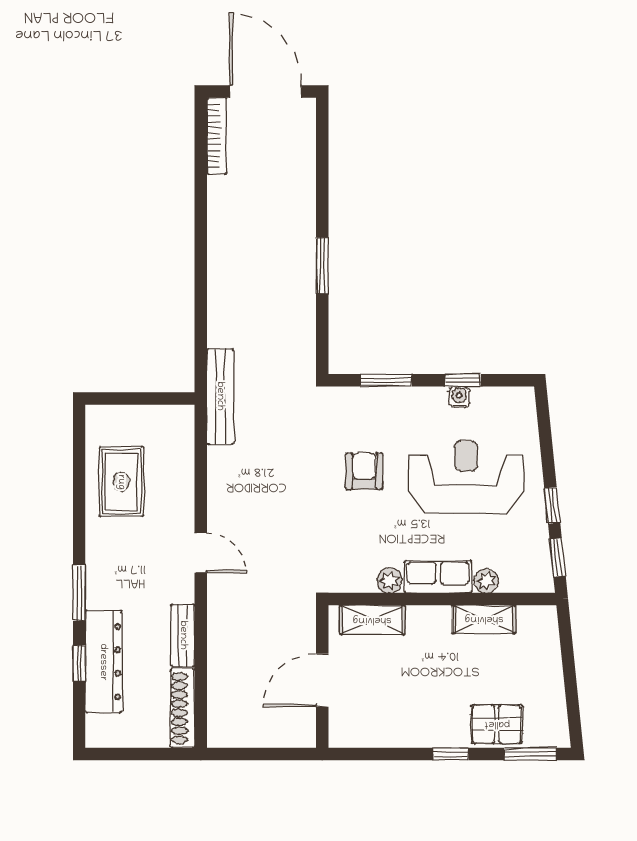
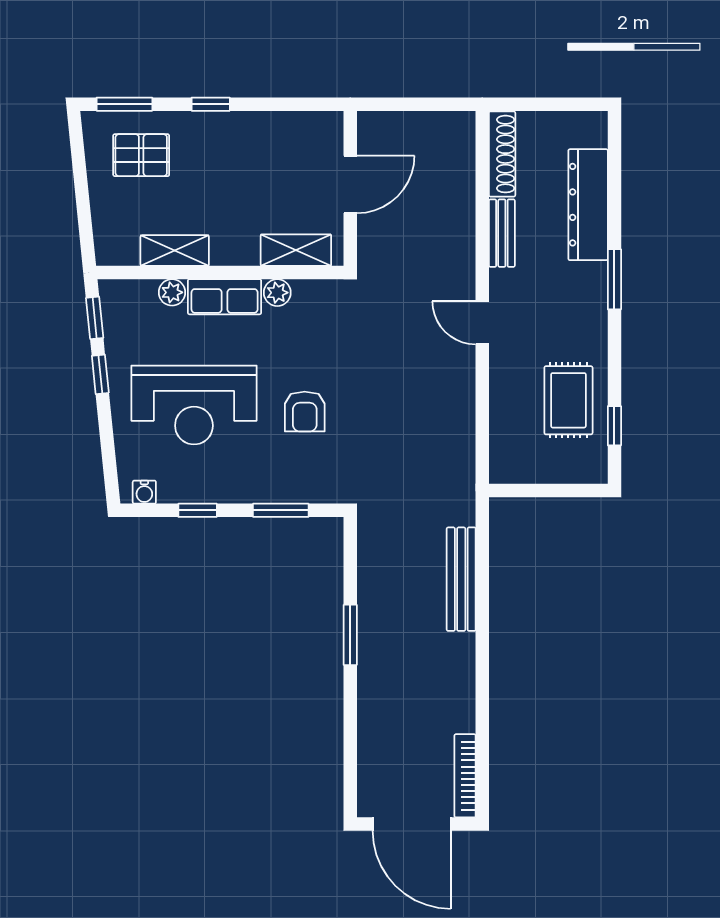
bench: (220, 396) -> (461, 579), moved
water cooler: (459, 397) -> (144, 492), moved
window: (79, 663) -> (614, 426), moved
pallet: (497, 724) -> (141, 155), moved

